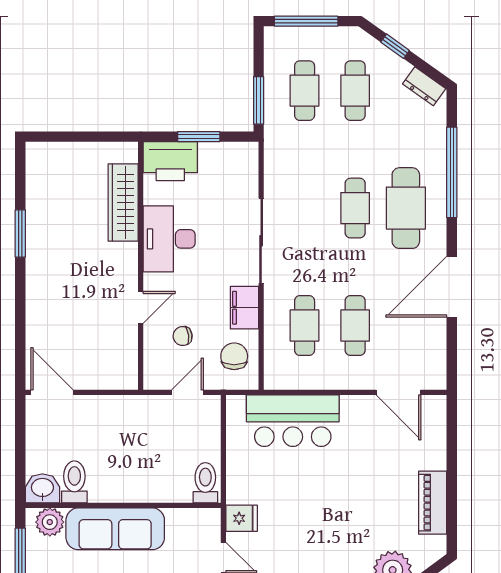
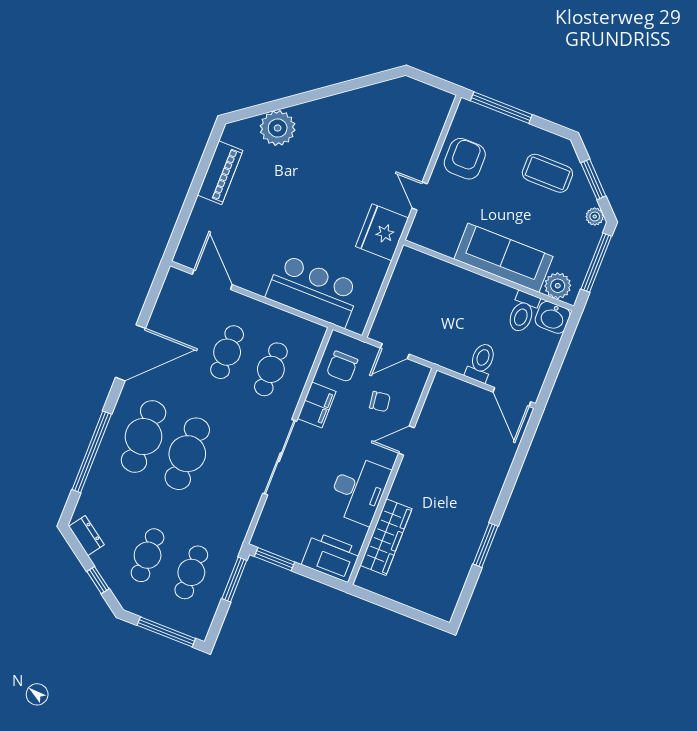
window: (199, 137) -> (275, 559), moved
cafe table: (355, 208) -> (187, 454), width x1.37, depth x1.35
toilet: (205, 483) -> (481, 362), moved, turned 180
fridge: (242, 518) -> (382, 232), width x1.88, depth x1.34

